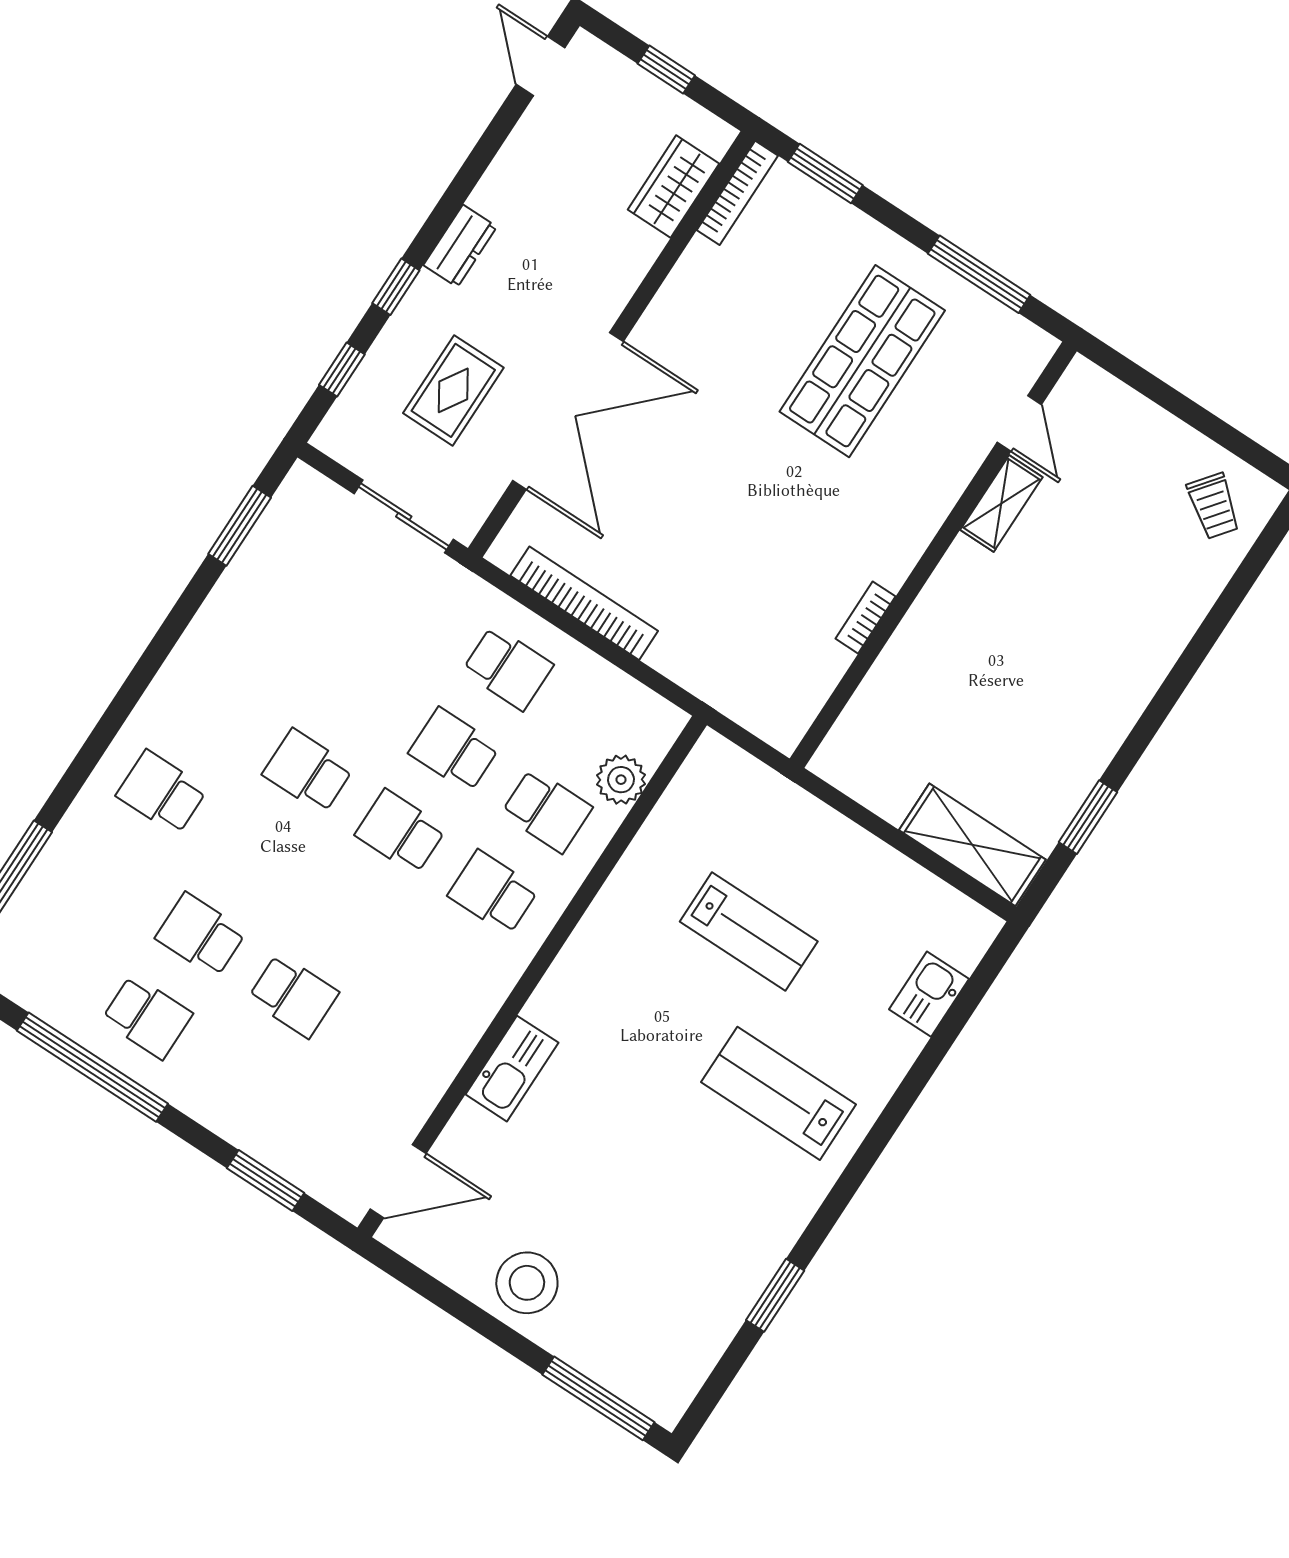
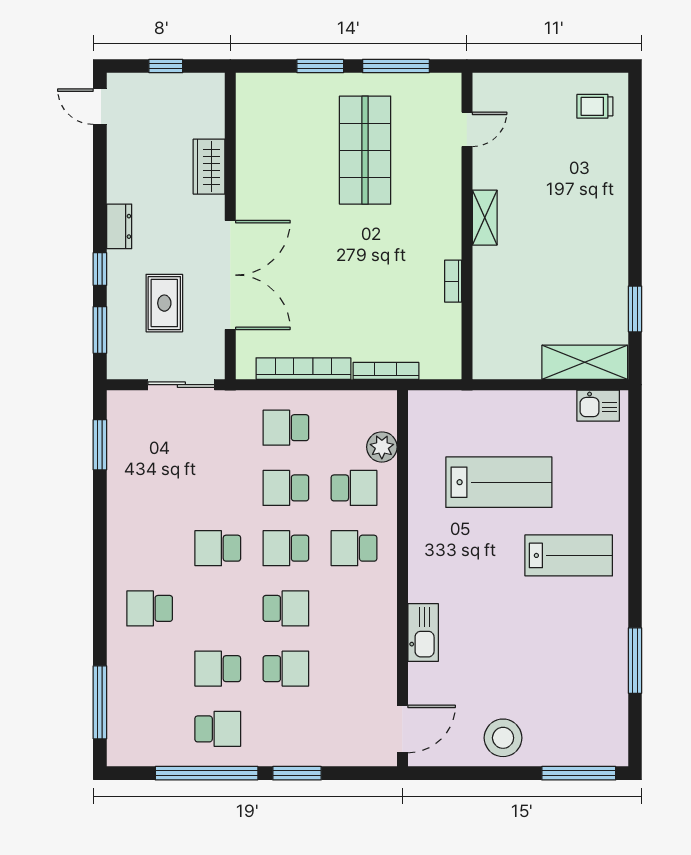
window: (825, 174) -> (320, 66), moved
wardrobe: (673, 187) -> (209, 167), moved
bookcase: (737, 193) -> (386, 371), moved, turned -90
window: (342, 370) -> (100, 330), width x1.50
door: (1019, 423) -> (467, 129), hinge flipped
shelving: (1001, 503) -> (485, 218), moved
trolley: (1214, 506) -> (595, 106), turned 142
school desk: (508, 668) -> (286, 428), turned 180
school desk: (347, 914) -> (286, 608), added
lab bench: (749, 932) -> (499, 482), width x1.36, depth x1.39
kitchen sink: (929, 994) -> (598, 406), moved, turned -90
lab bench: (779, 1093) -> (569, 555), turned 180
window: (265, 1180) -> (297, 773), moved
window: (775, 1295) -> (635, 661), width x1.44

